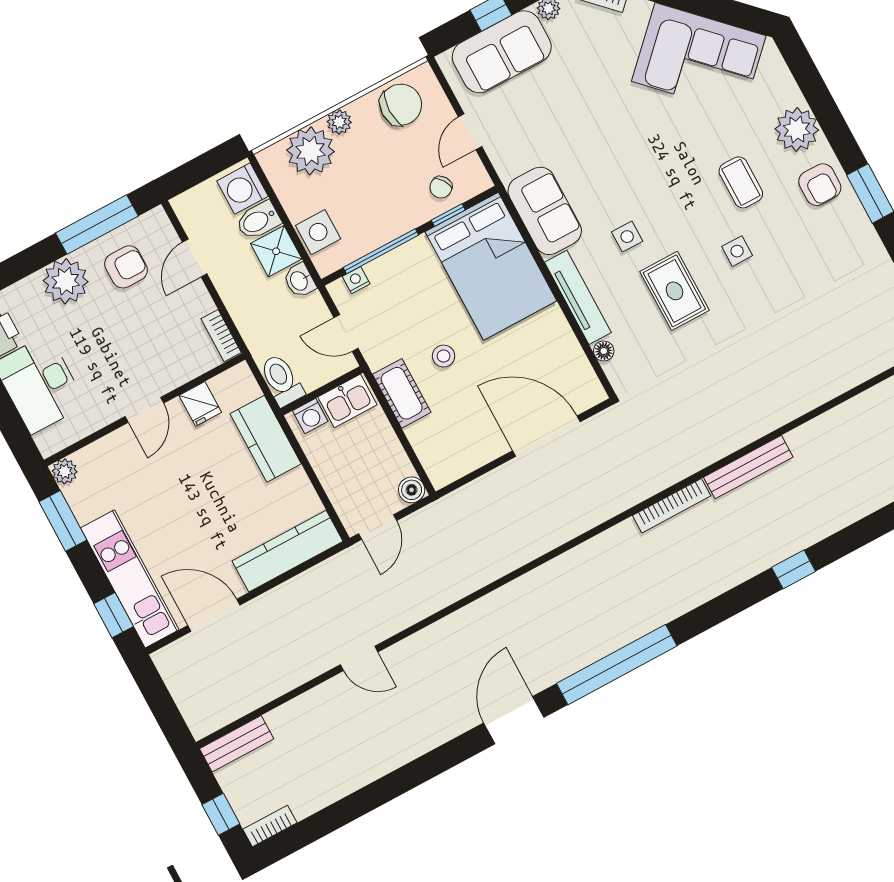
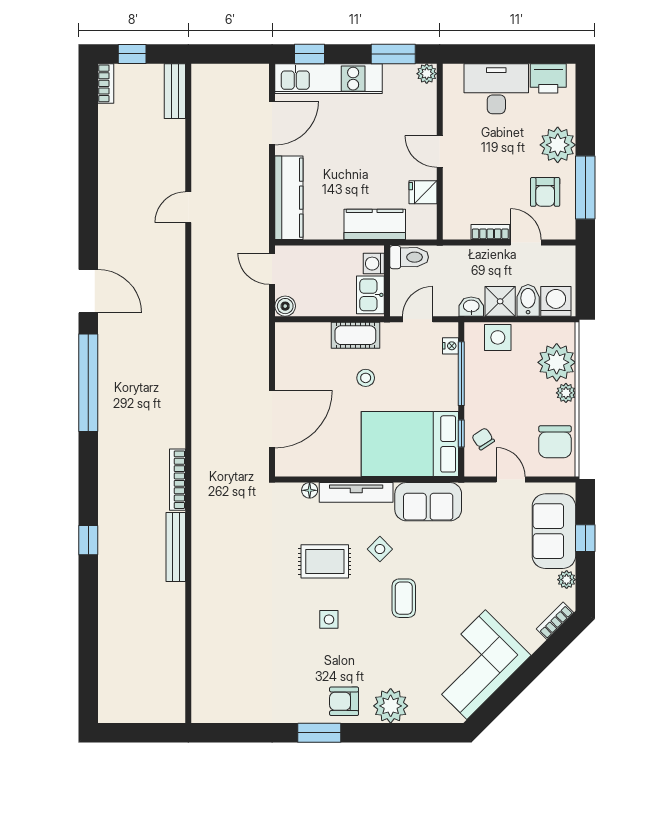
coffee table: (741, 182) -> (404, 598), moved, turned 90
side table: (627, 237) -> (380, 549), turned 45
bookcase: (221, 336) -> (490, 232), moved

